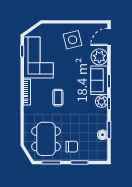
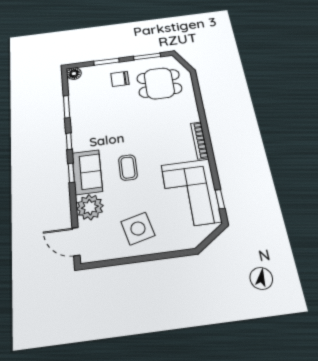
door: (109, 37) -> (76, 242), swing flipped
coffee table: (58, 98) -> (128, 168), moved
plant: (102, 101) -> (81, 143), removed
floor lamp: (103, 135) -> (74, 74), moved
dining table: (46, 139) -> (159, 83), width x0.73

